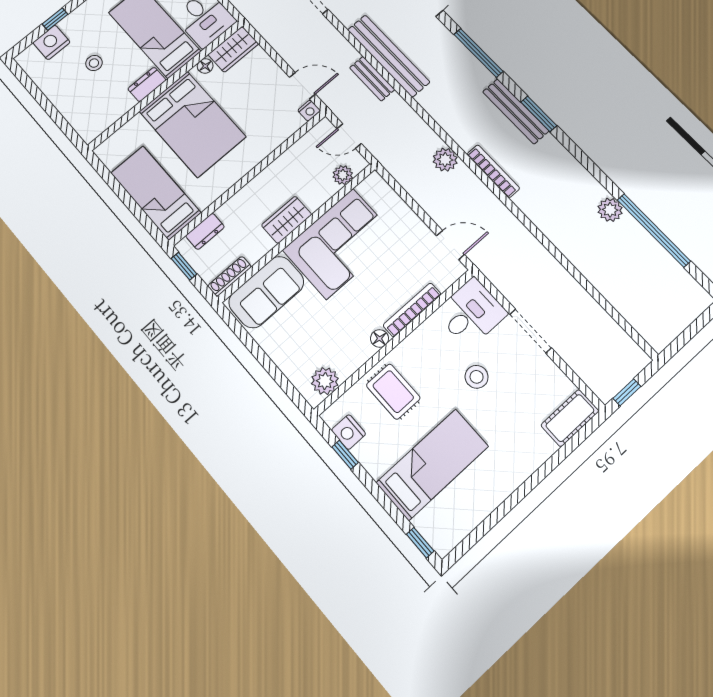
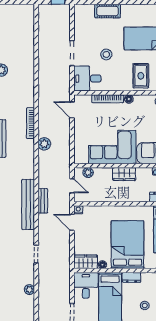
cot: (570, 418) -> (108, 11), moved

